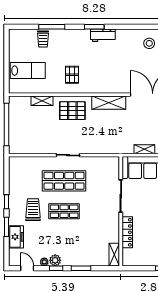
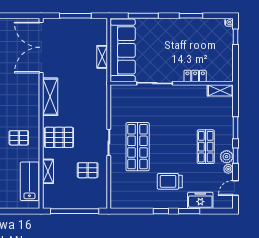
lab bench: (28, 71) -> (29, 181), moved
pallet: (72, 111) -> (59, 137), turned 90
pallet: (43, 136) -> (88, 170), added
shop shelf: (64, 211) -> (206, 147), moved
locker: (127, 232) -> (195, 76), width x0.66

